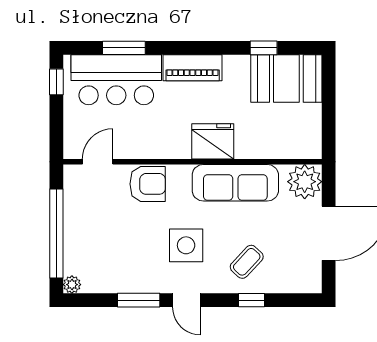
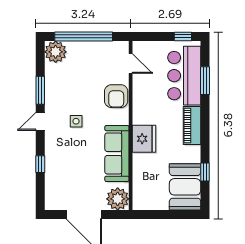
side table: (186, 245) -> (76, 121), width x0.54, depth x0.54
coffee table: (247, 262) -> (65, 161), removed
plant: (72, 285) -> (56, 52), width x1.88, depth x1.88

